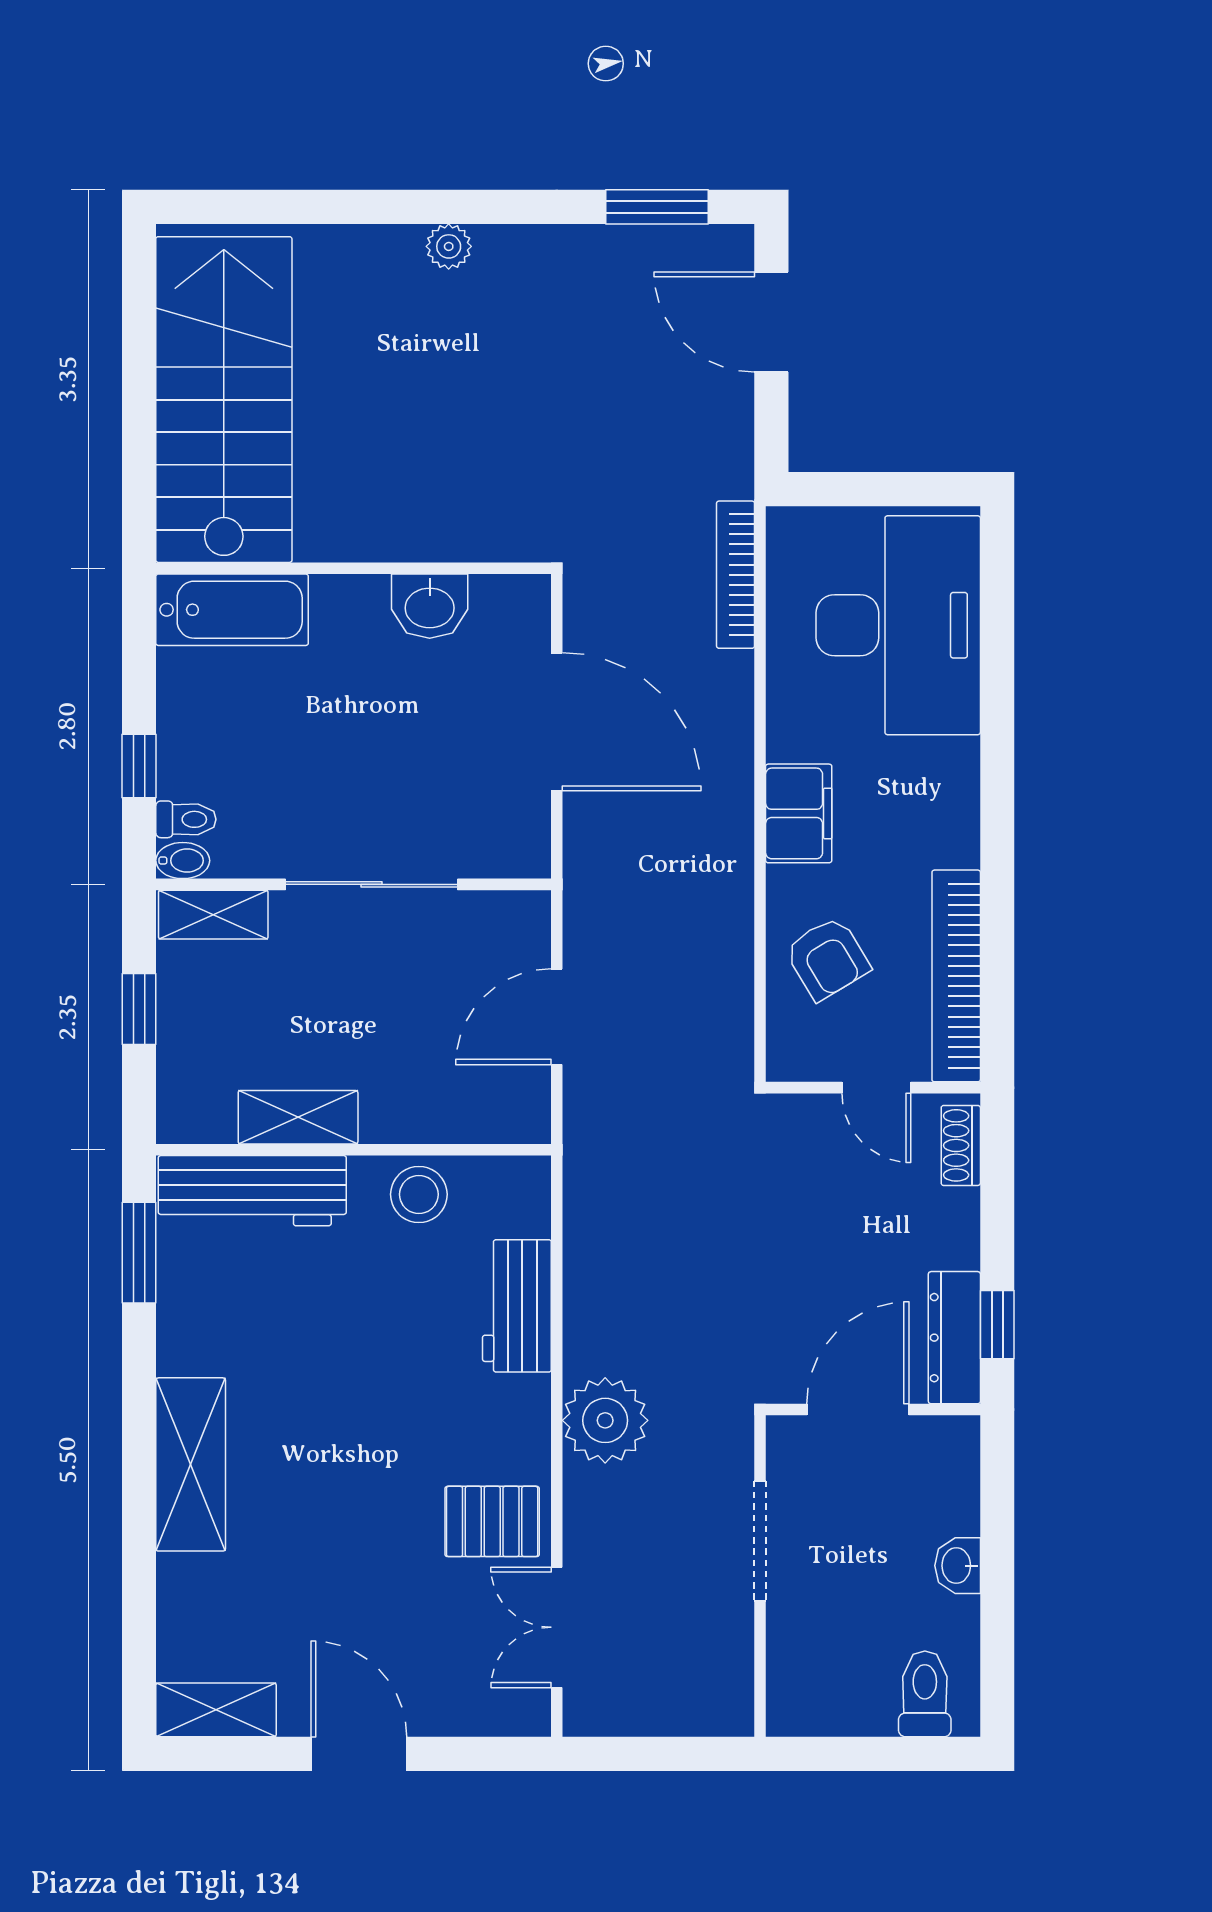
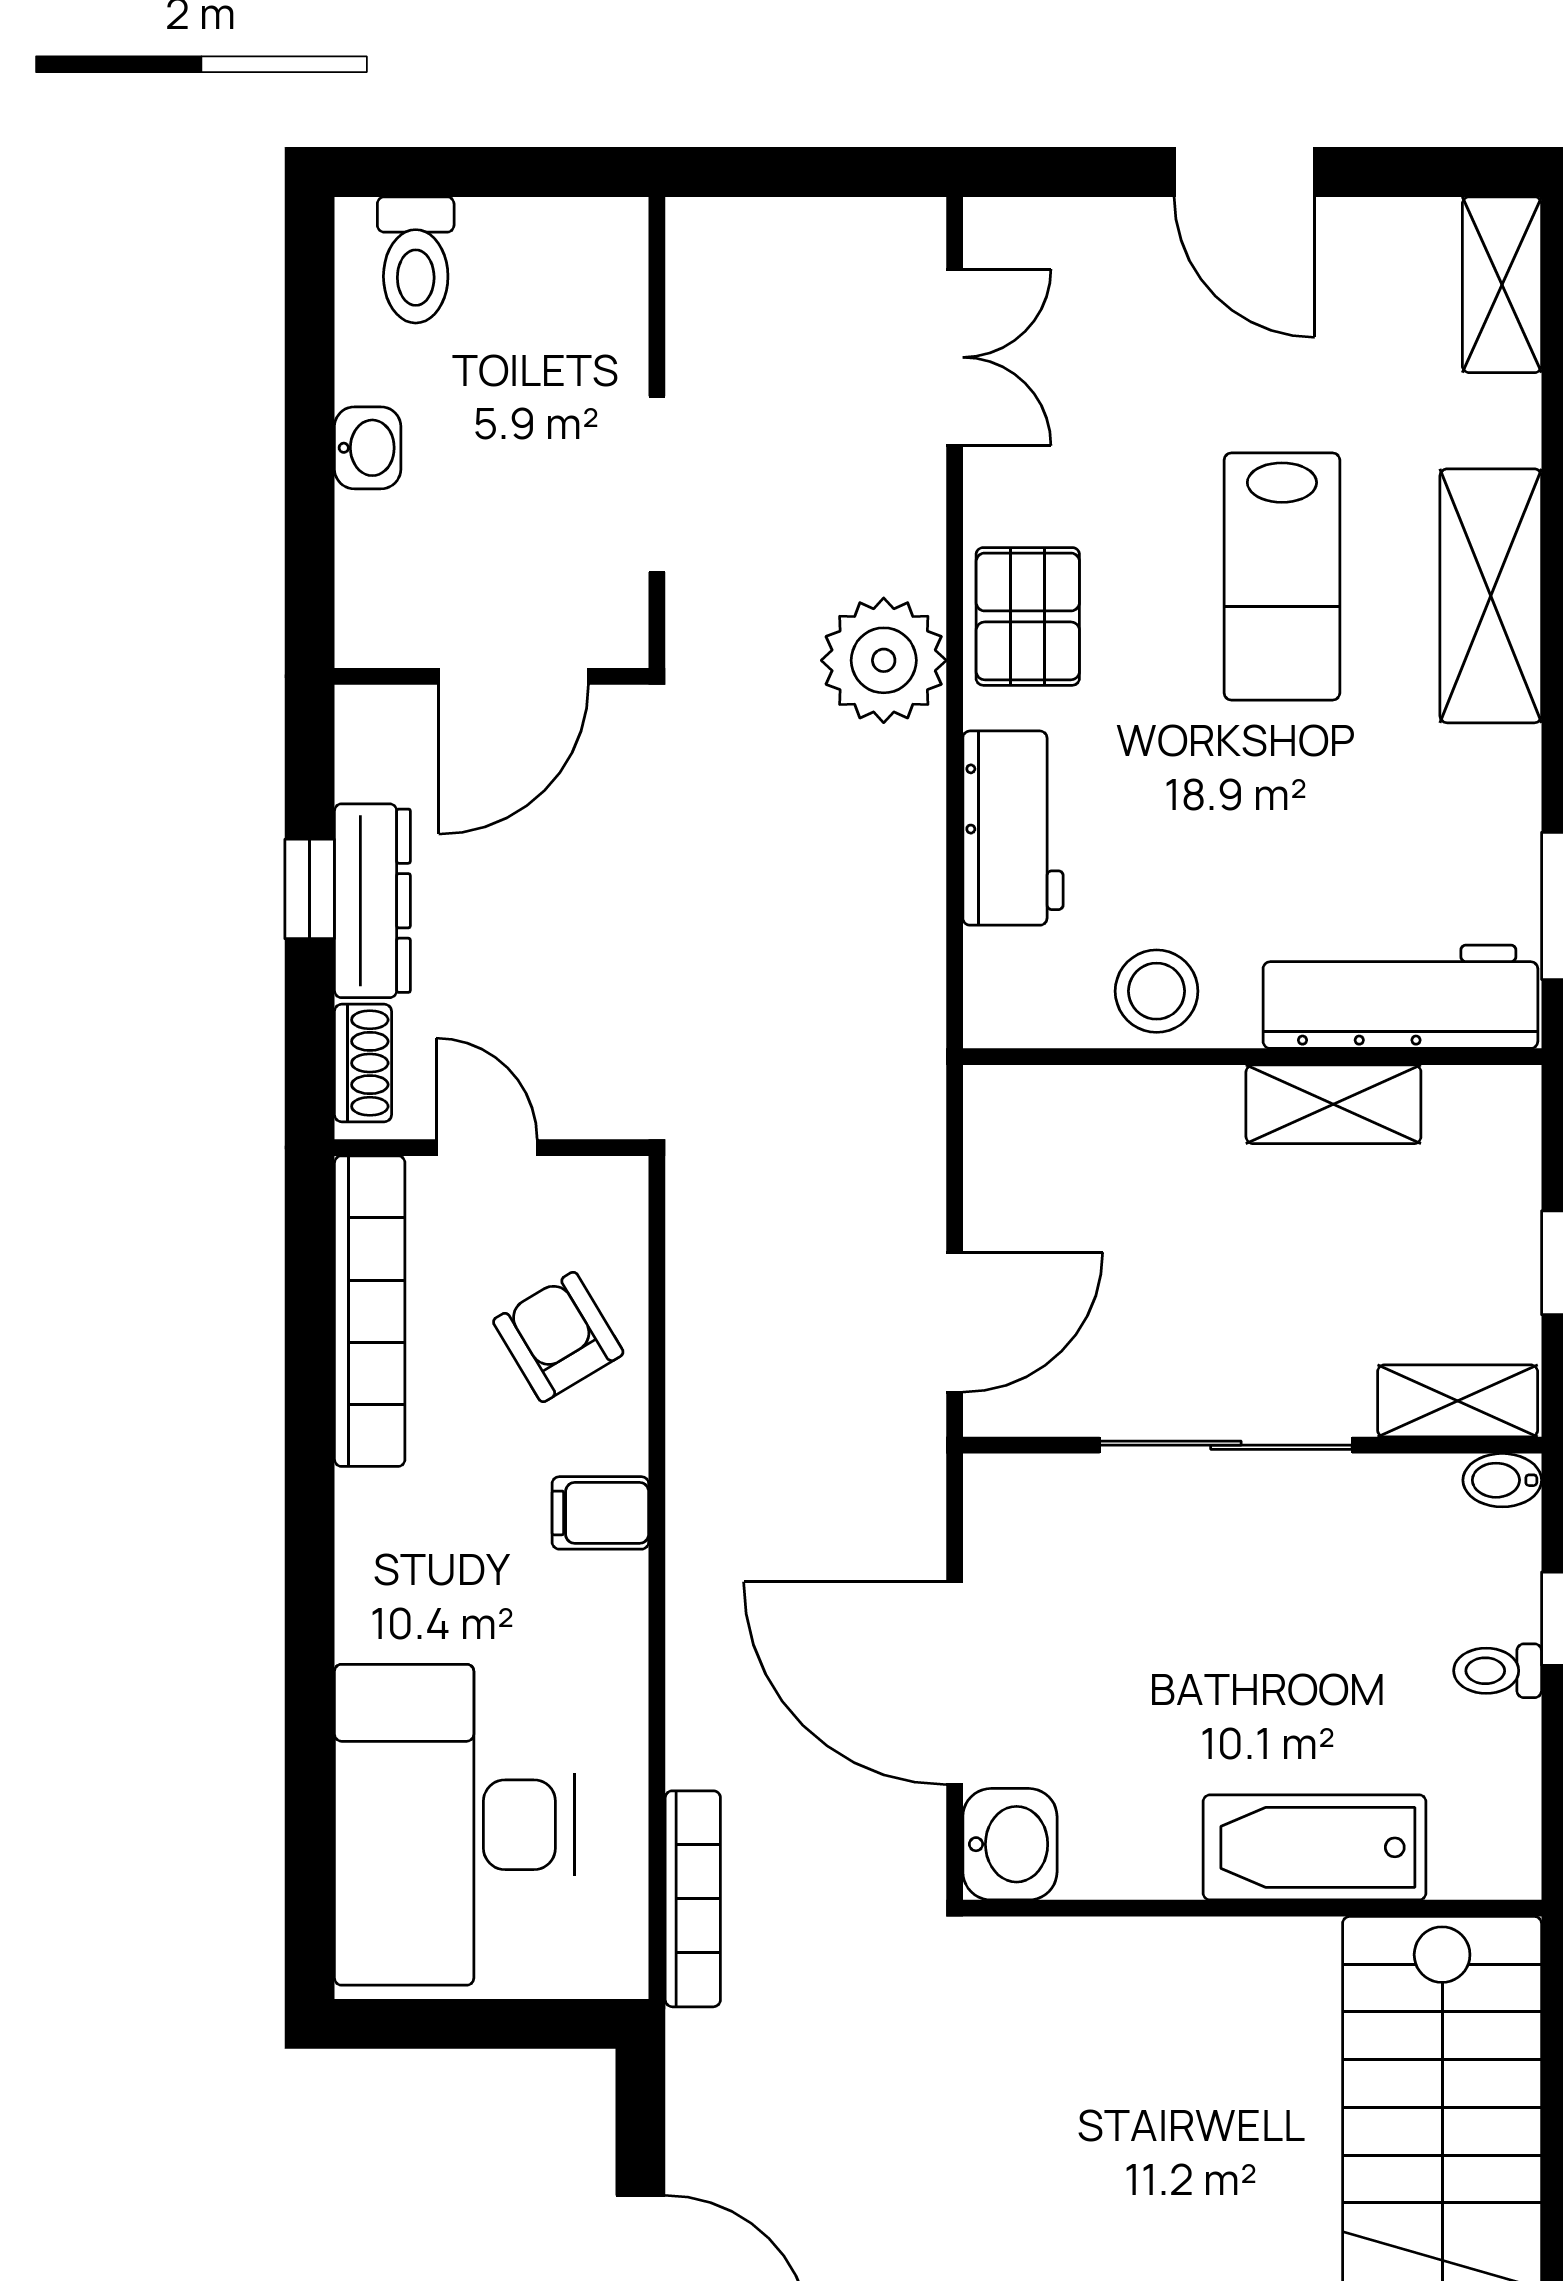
washbasin: (430, 606) -> (1010, 1844), moved, turned 90
bathtub: (232, 610) -> (1315, 1847), moved
filing cabinet: (799, 813) -> (600, 1513), width x0.50
toilet: (186, 819) -> (1498, 1671), moved
door: (557, 1017) -> (955, 1322), moved
window: (997, 1325) -> (310, 889), moved
dresser: (954, 1338) -> (372, 901), moved
lab bench: (333, 1478) -> (1282, 576), added
pallet: (492, 1521) -> (1028, 616), moved, turned 90
shelving: (216, 1710) -> (1502, 285), moved, turned 90

